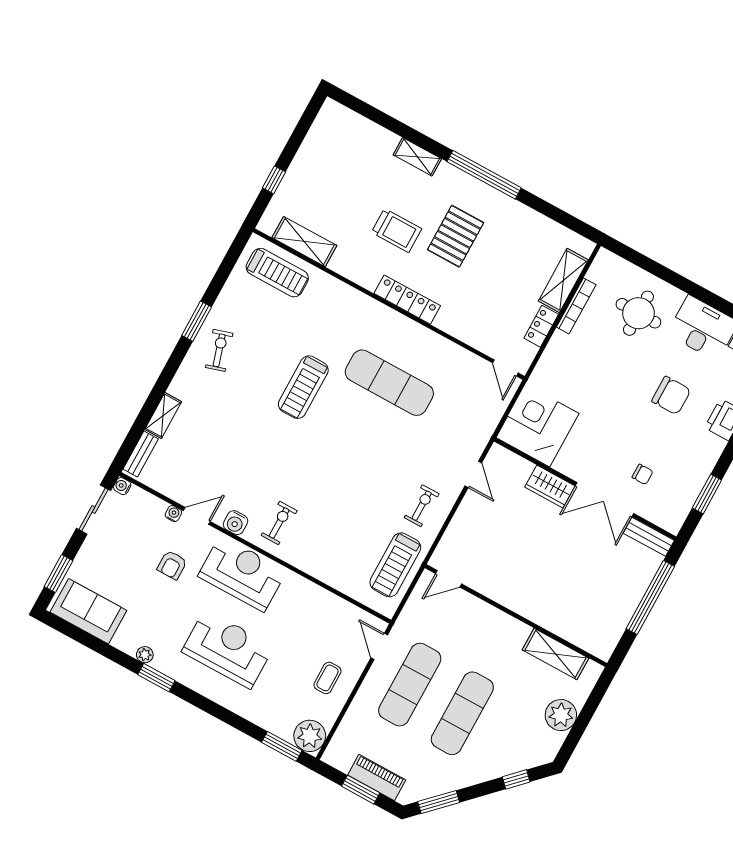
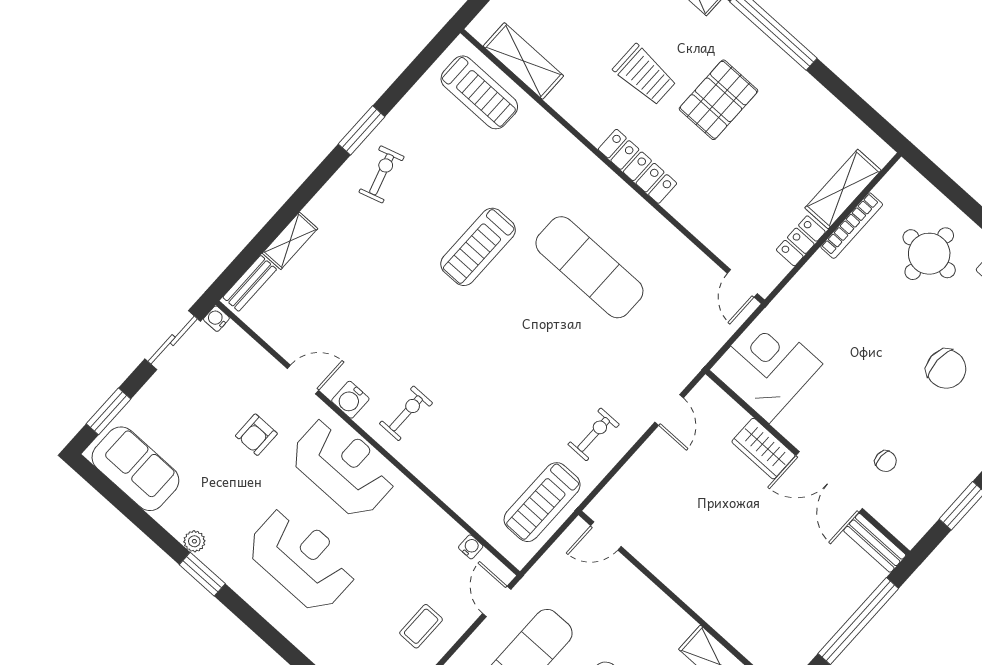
water cooler: (173, 514) -> (471, 547), moved

